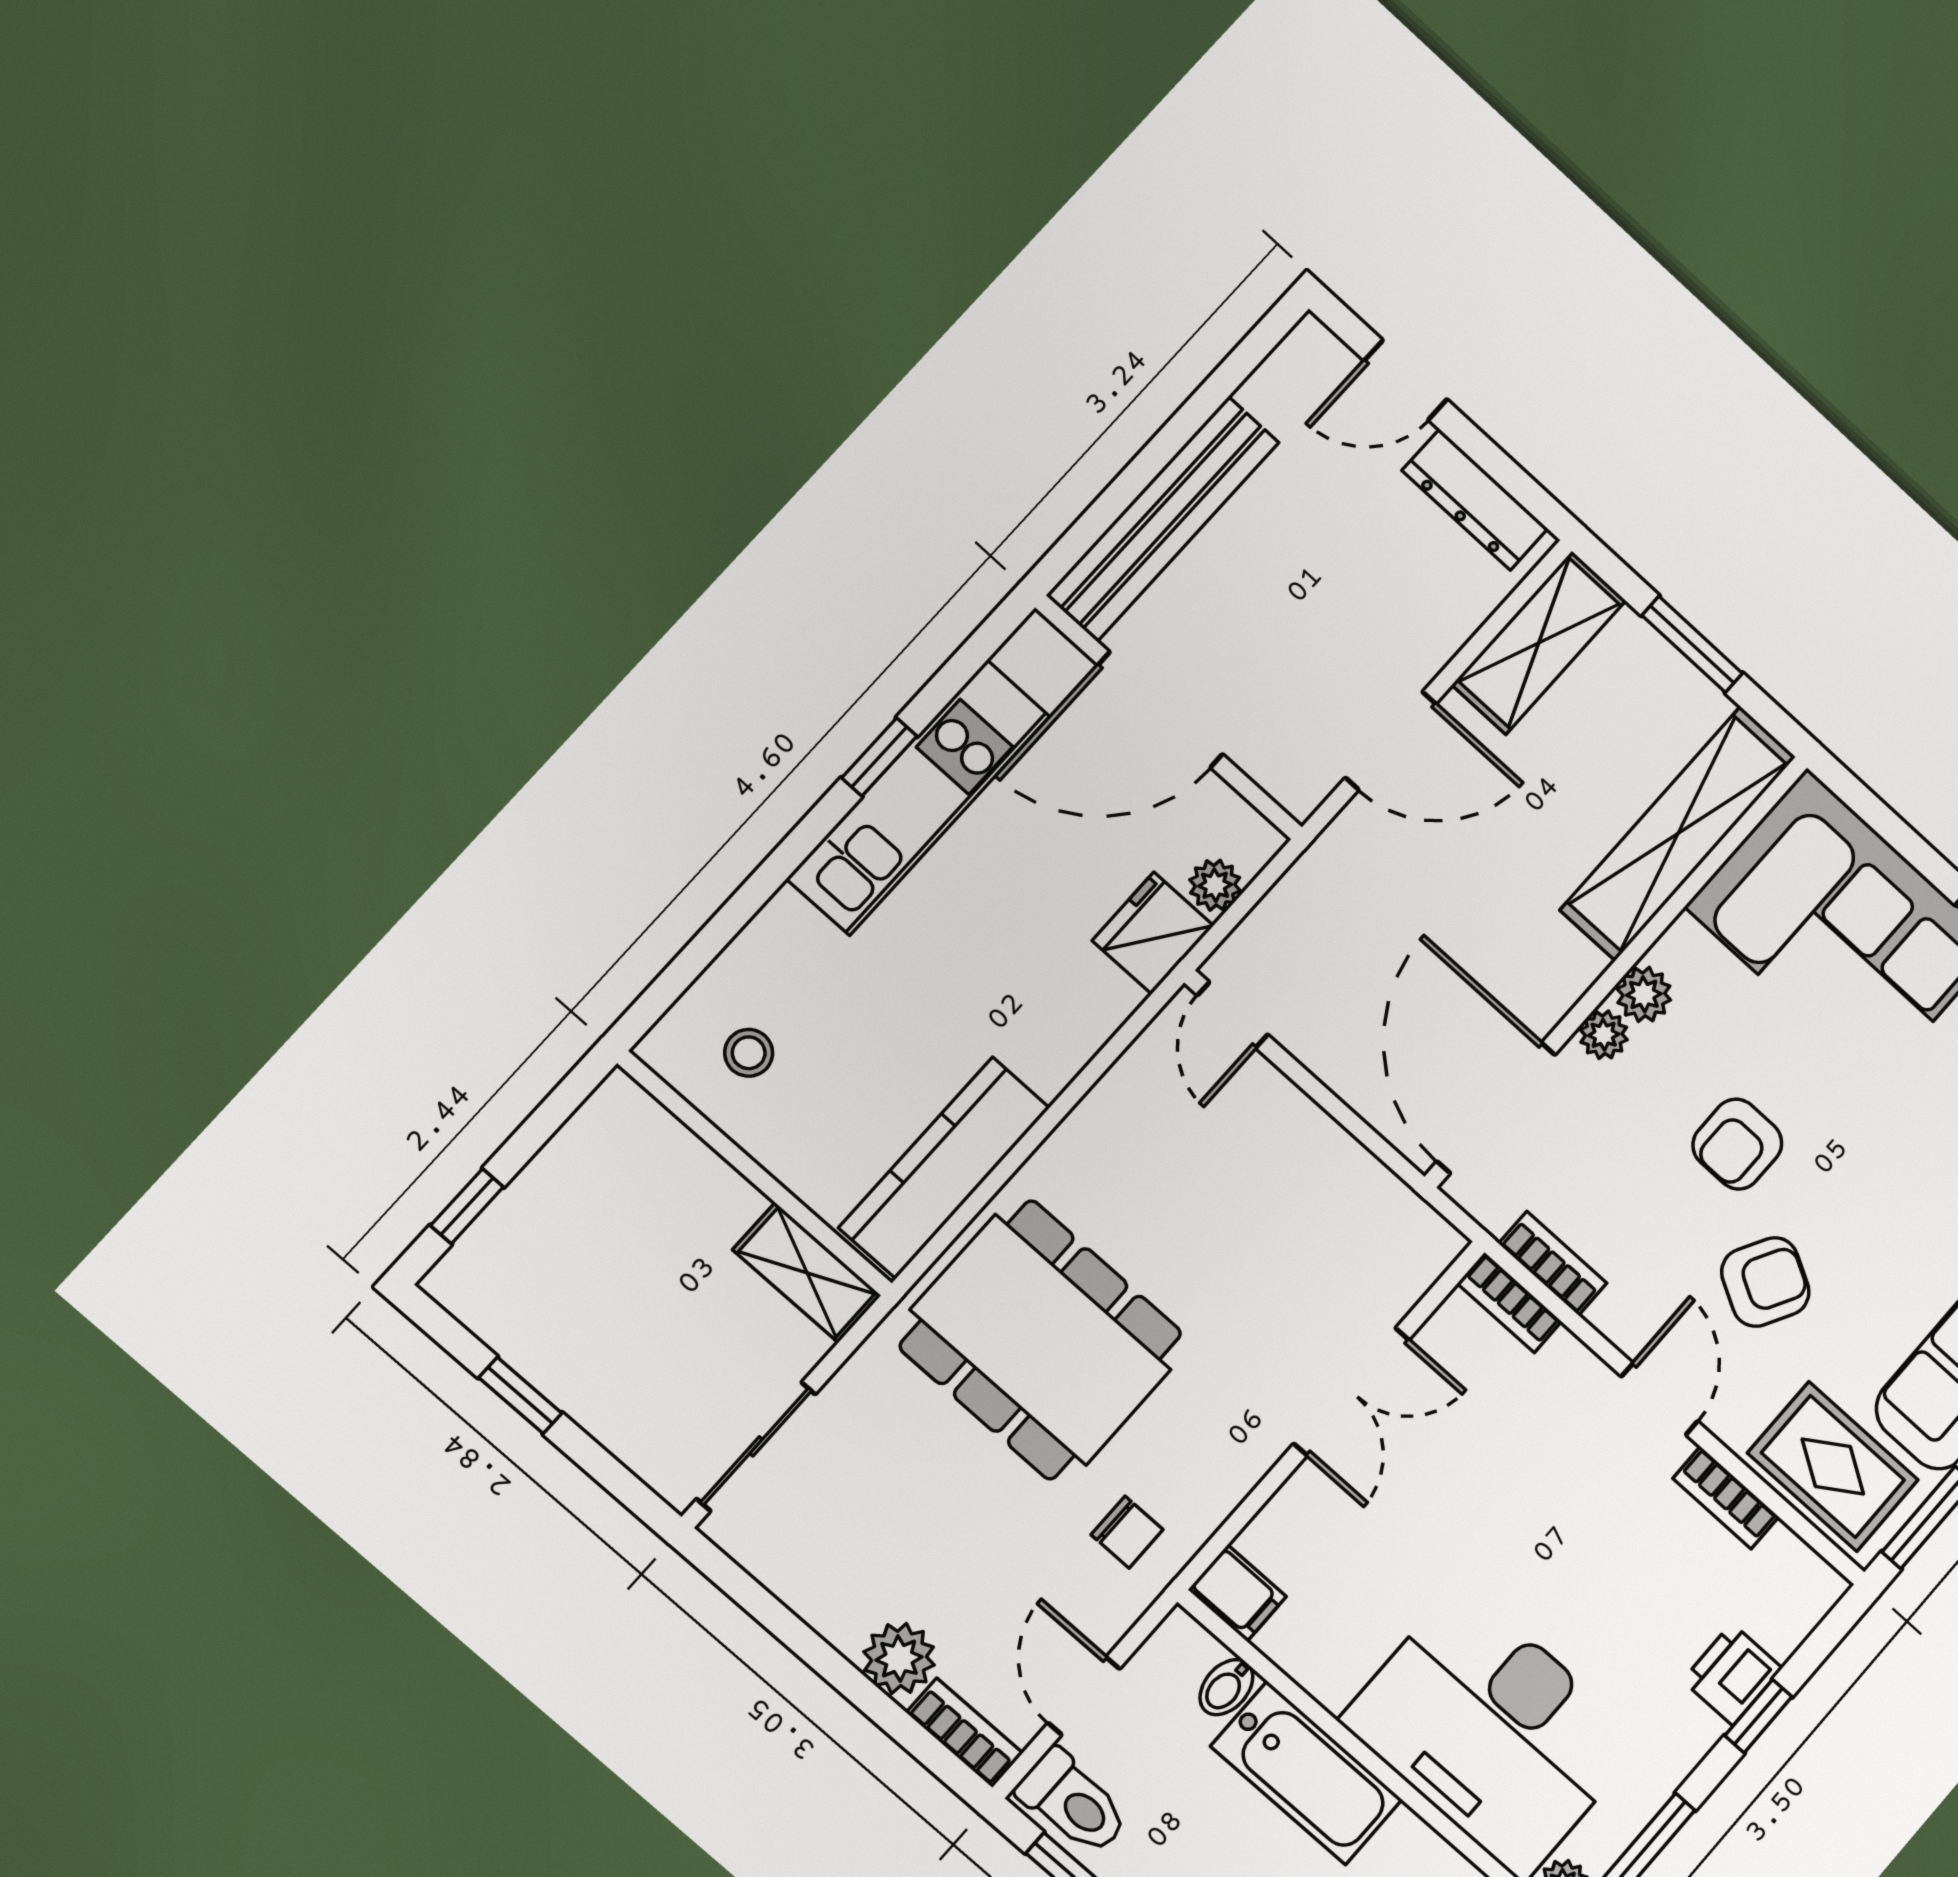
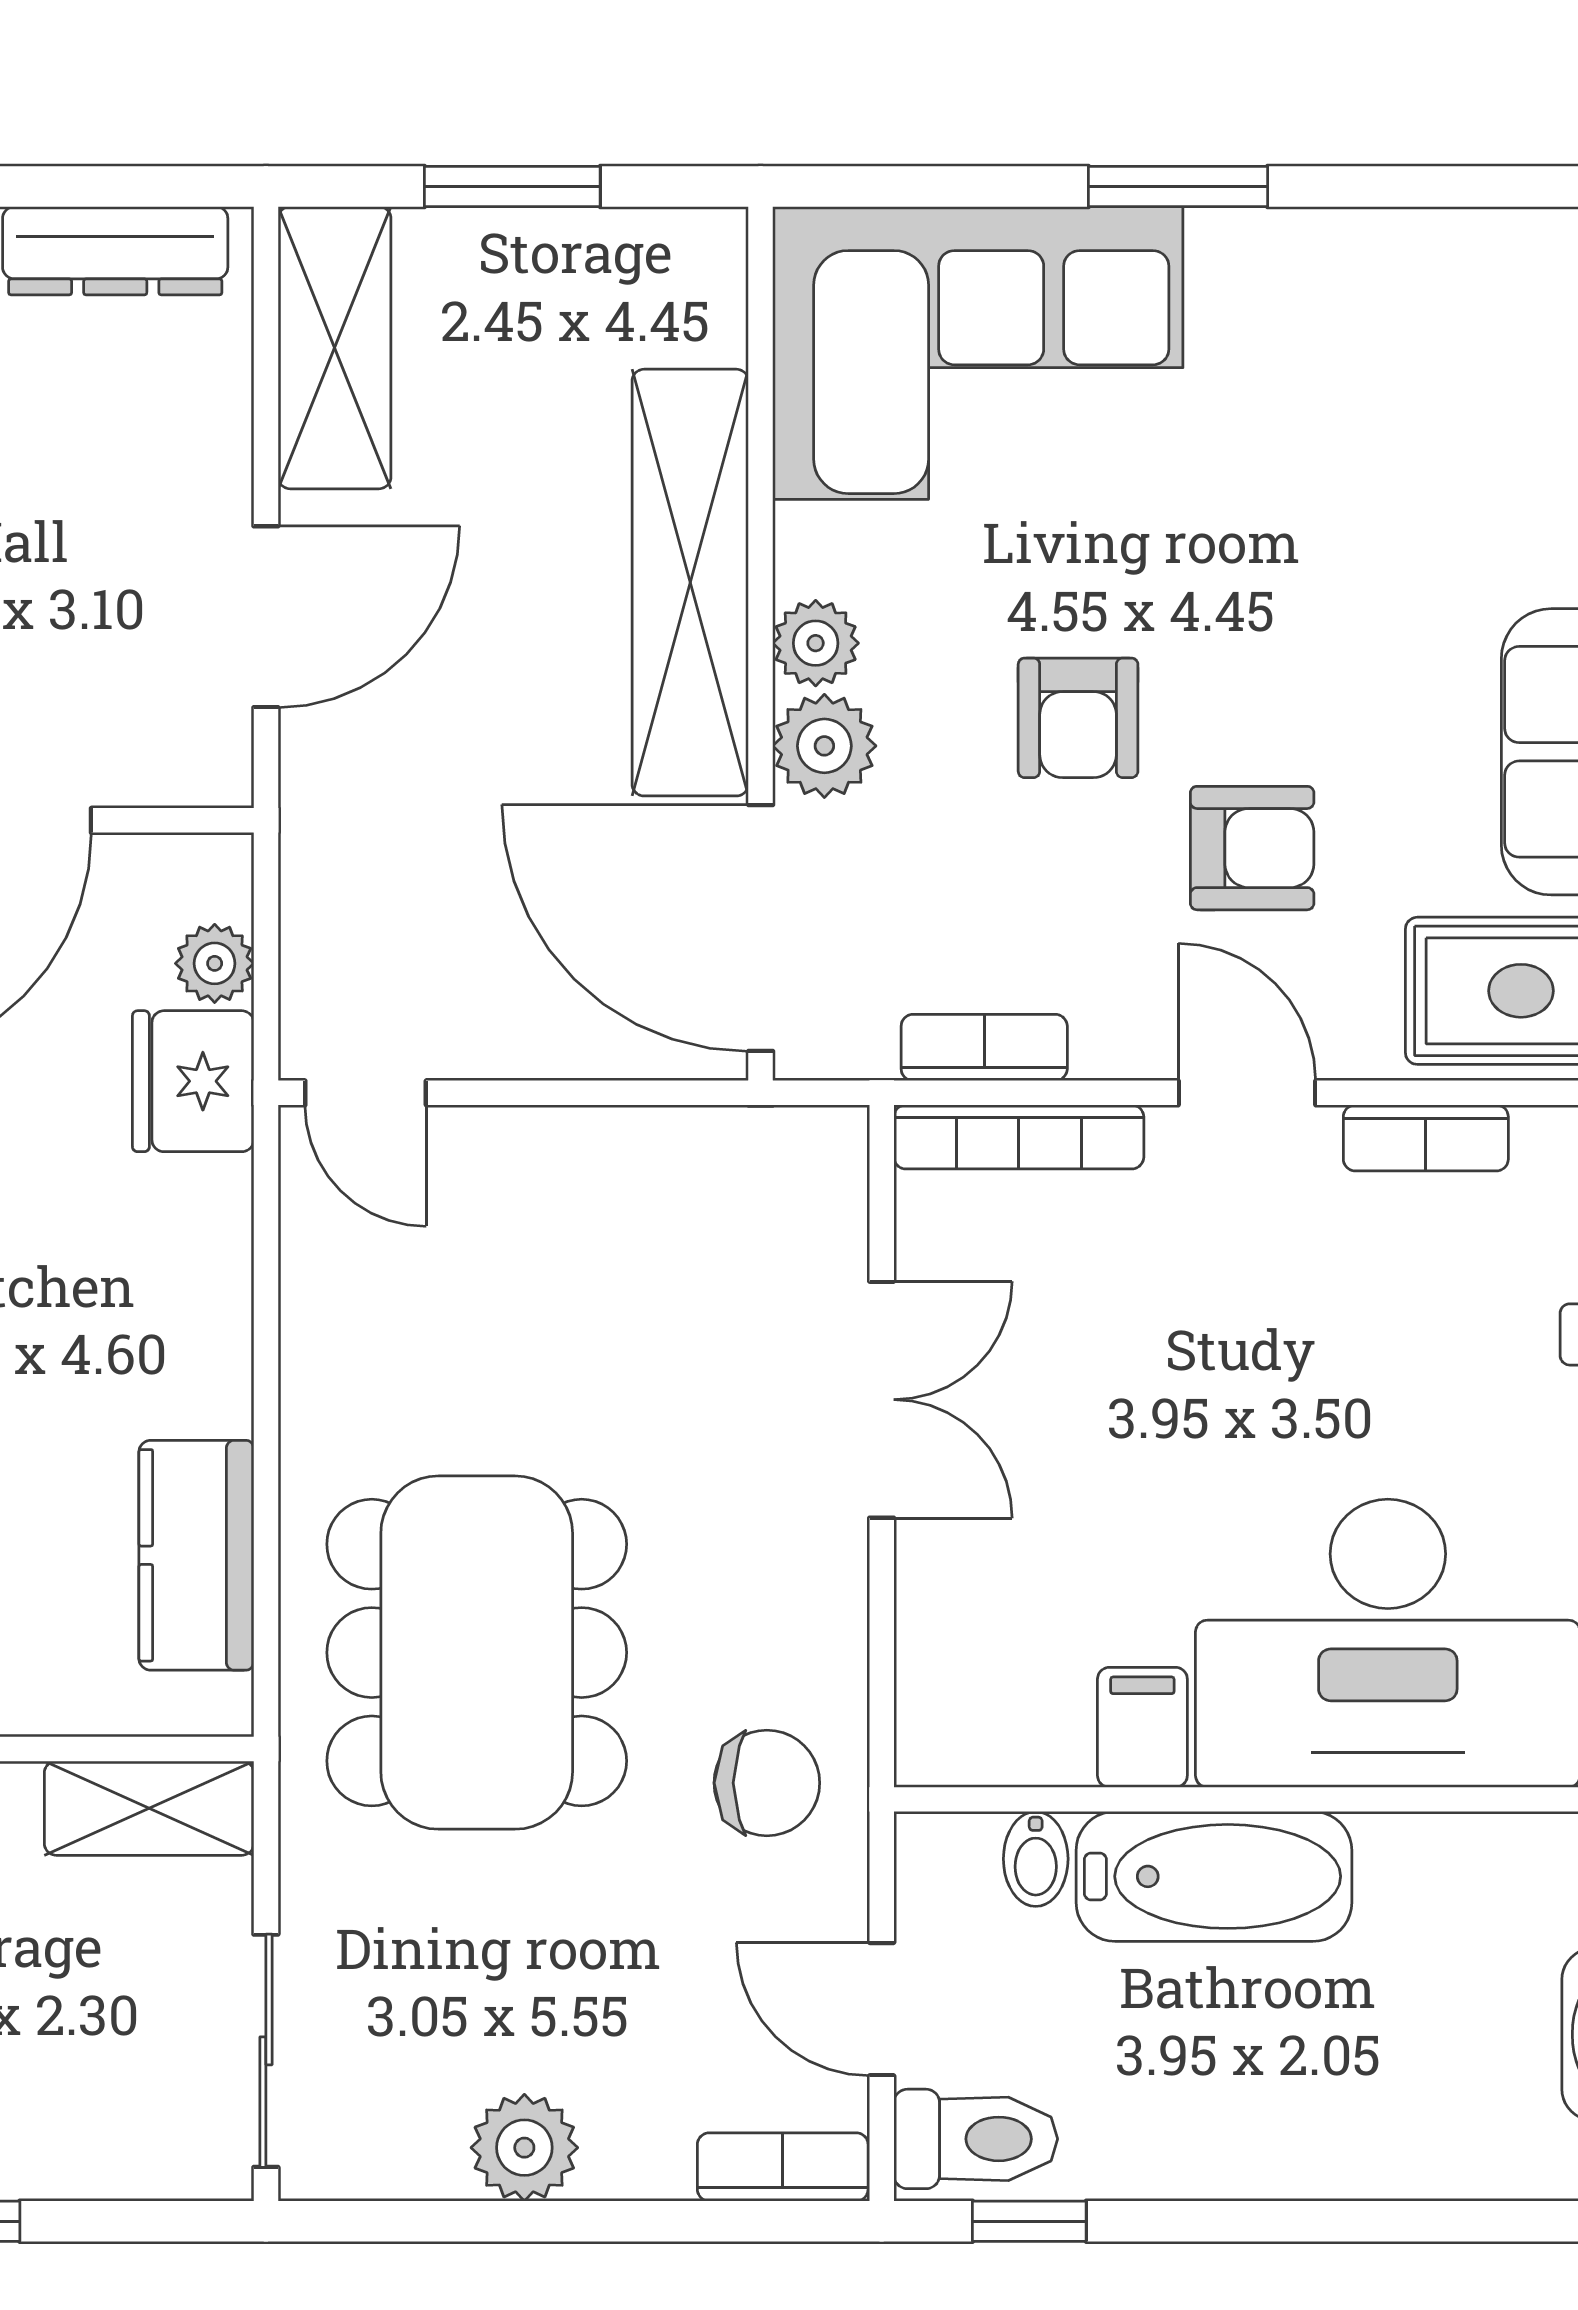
shelving: (1678, 833) -> (690, 583), moved
plant: (1604, 1035) -> (824, 746), width x1.38, depth x1.38
kitchen counter: (944, 1168) -> (196, 1555), width x0.67
armchair: (1765, 1282) -> (1252, 848), turned 61
bookcase: (1509, 1302) -> (1019, 1137), width x1.56
dining table: (1041, 1340) -> (477, 1653), turned 90
chair: (1127, 1532) -> (767, 1783), width x1.37, depth x1.37
filing cabinet: (1237, 1593) -> (1142, 1727), moved, turned -90
plant: (899, 1658) -> (524, 2148), moved

